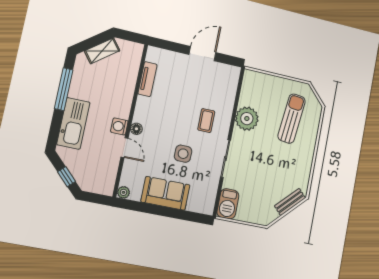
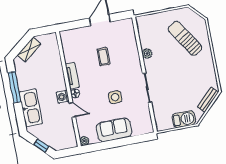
tv unit: (147, 79) -> (72, 76), moved
plant: (247, 119) -> (147, 54), width x0.53, depth x0.53
sun lounger: (292, 119) -> (185, 38), turned -39
coffee table: (206, 121) -> (103, 57), moved
barbecue: (228, 204) -> (184, 119), moved, turned -90

